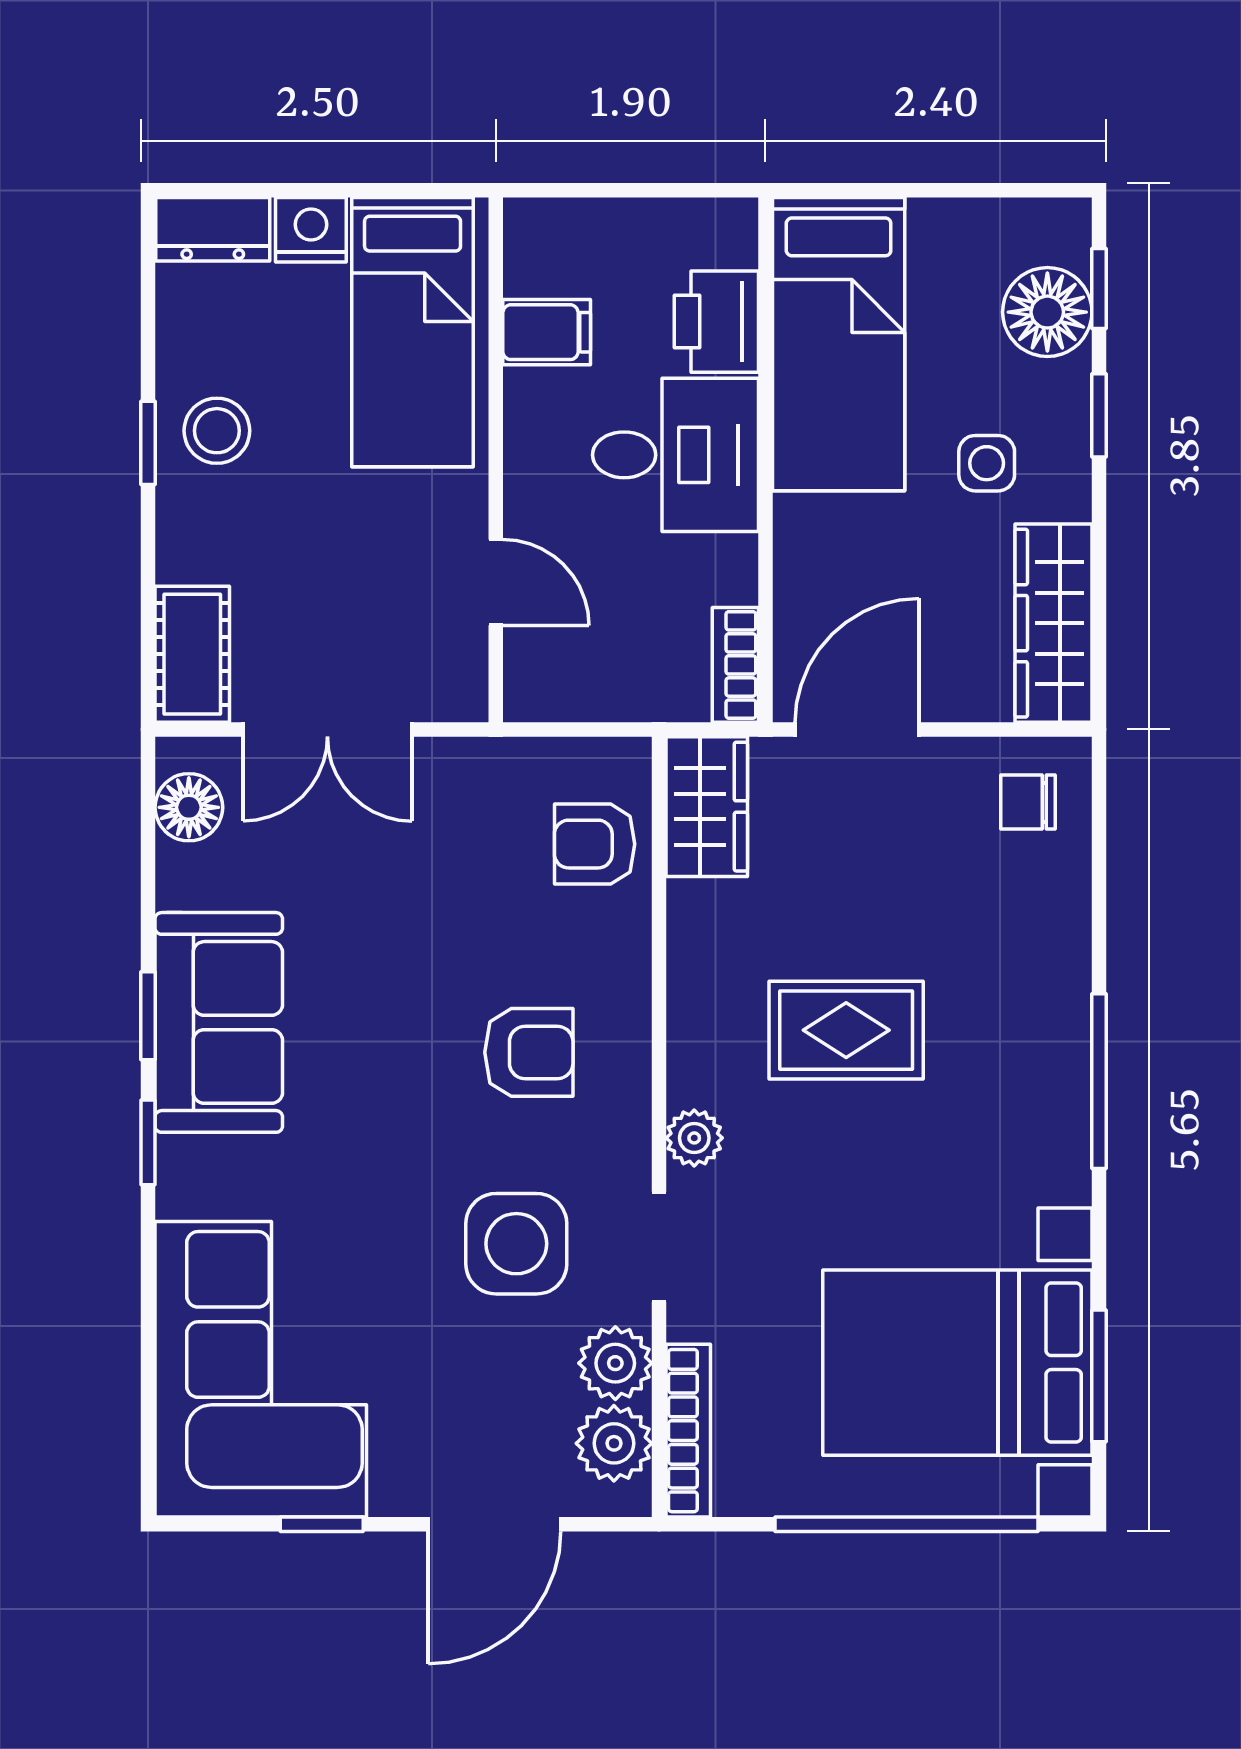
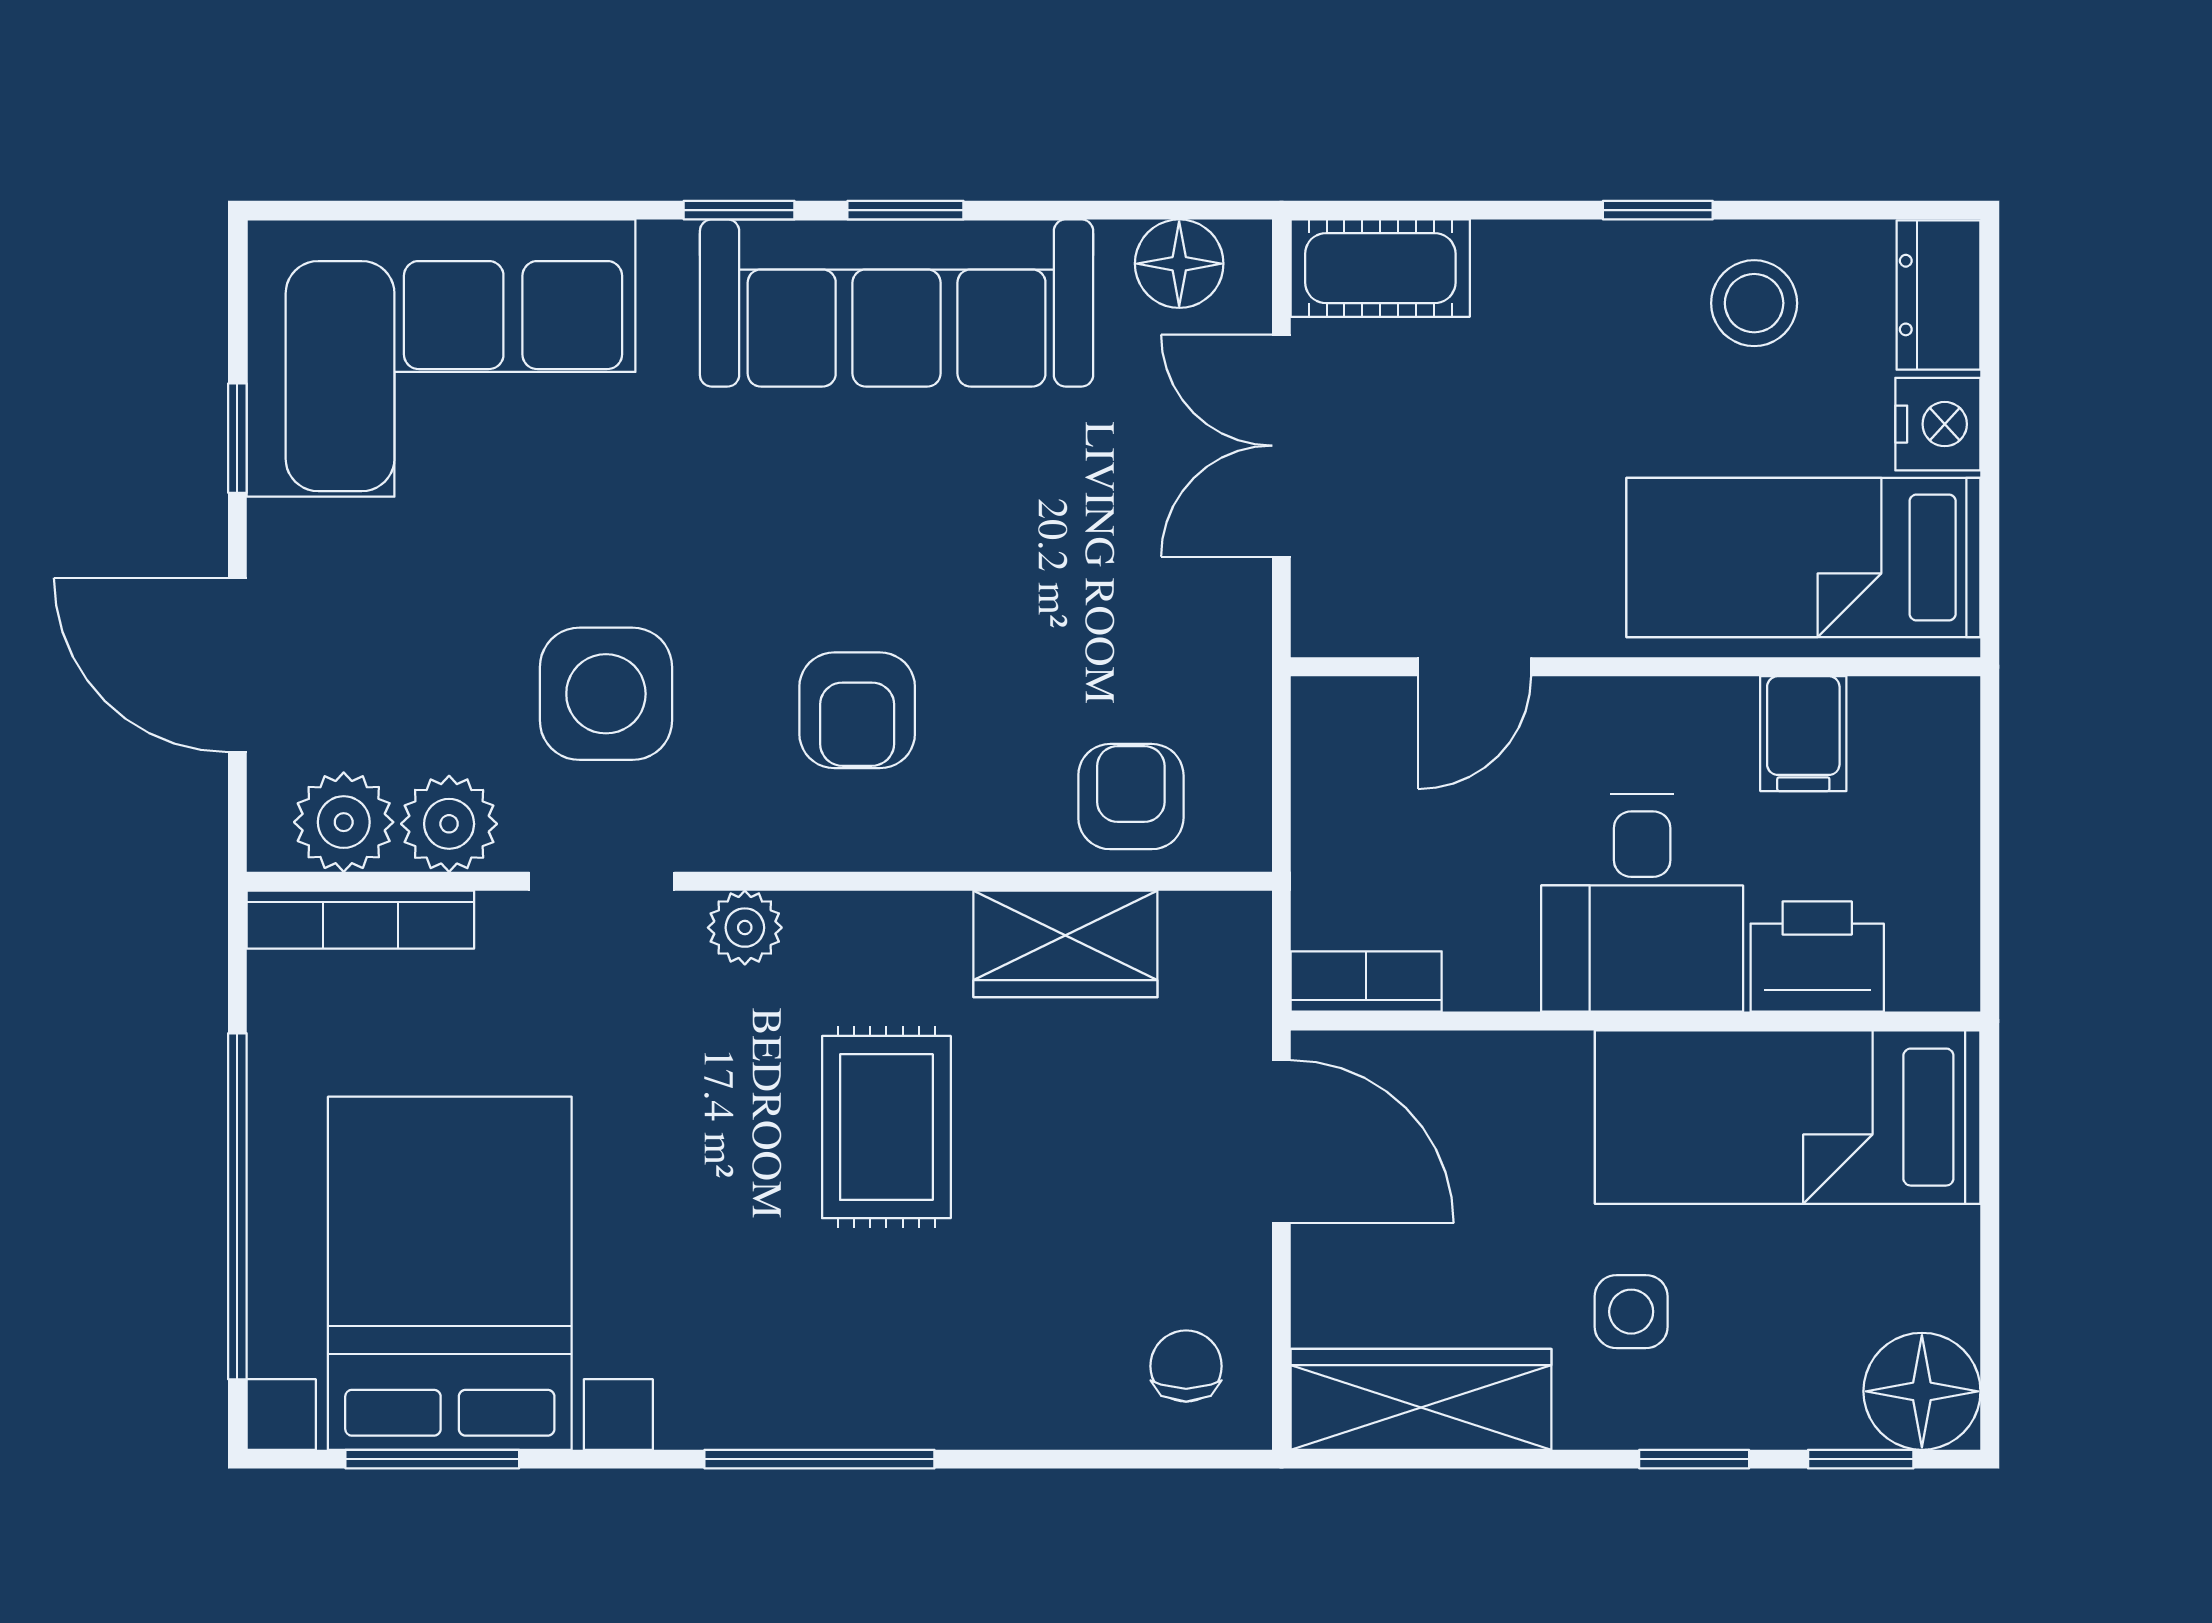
floor lamp: (1047, 312) -> (1922, 1391), moved
stool: (217, 431) -> (1754, 303), moved
wardrobe: (707, 807) -> (1065, 944), moved
sofa: (219, 1022) -> (897, 303), width x1.36

